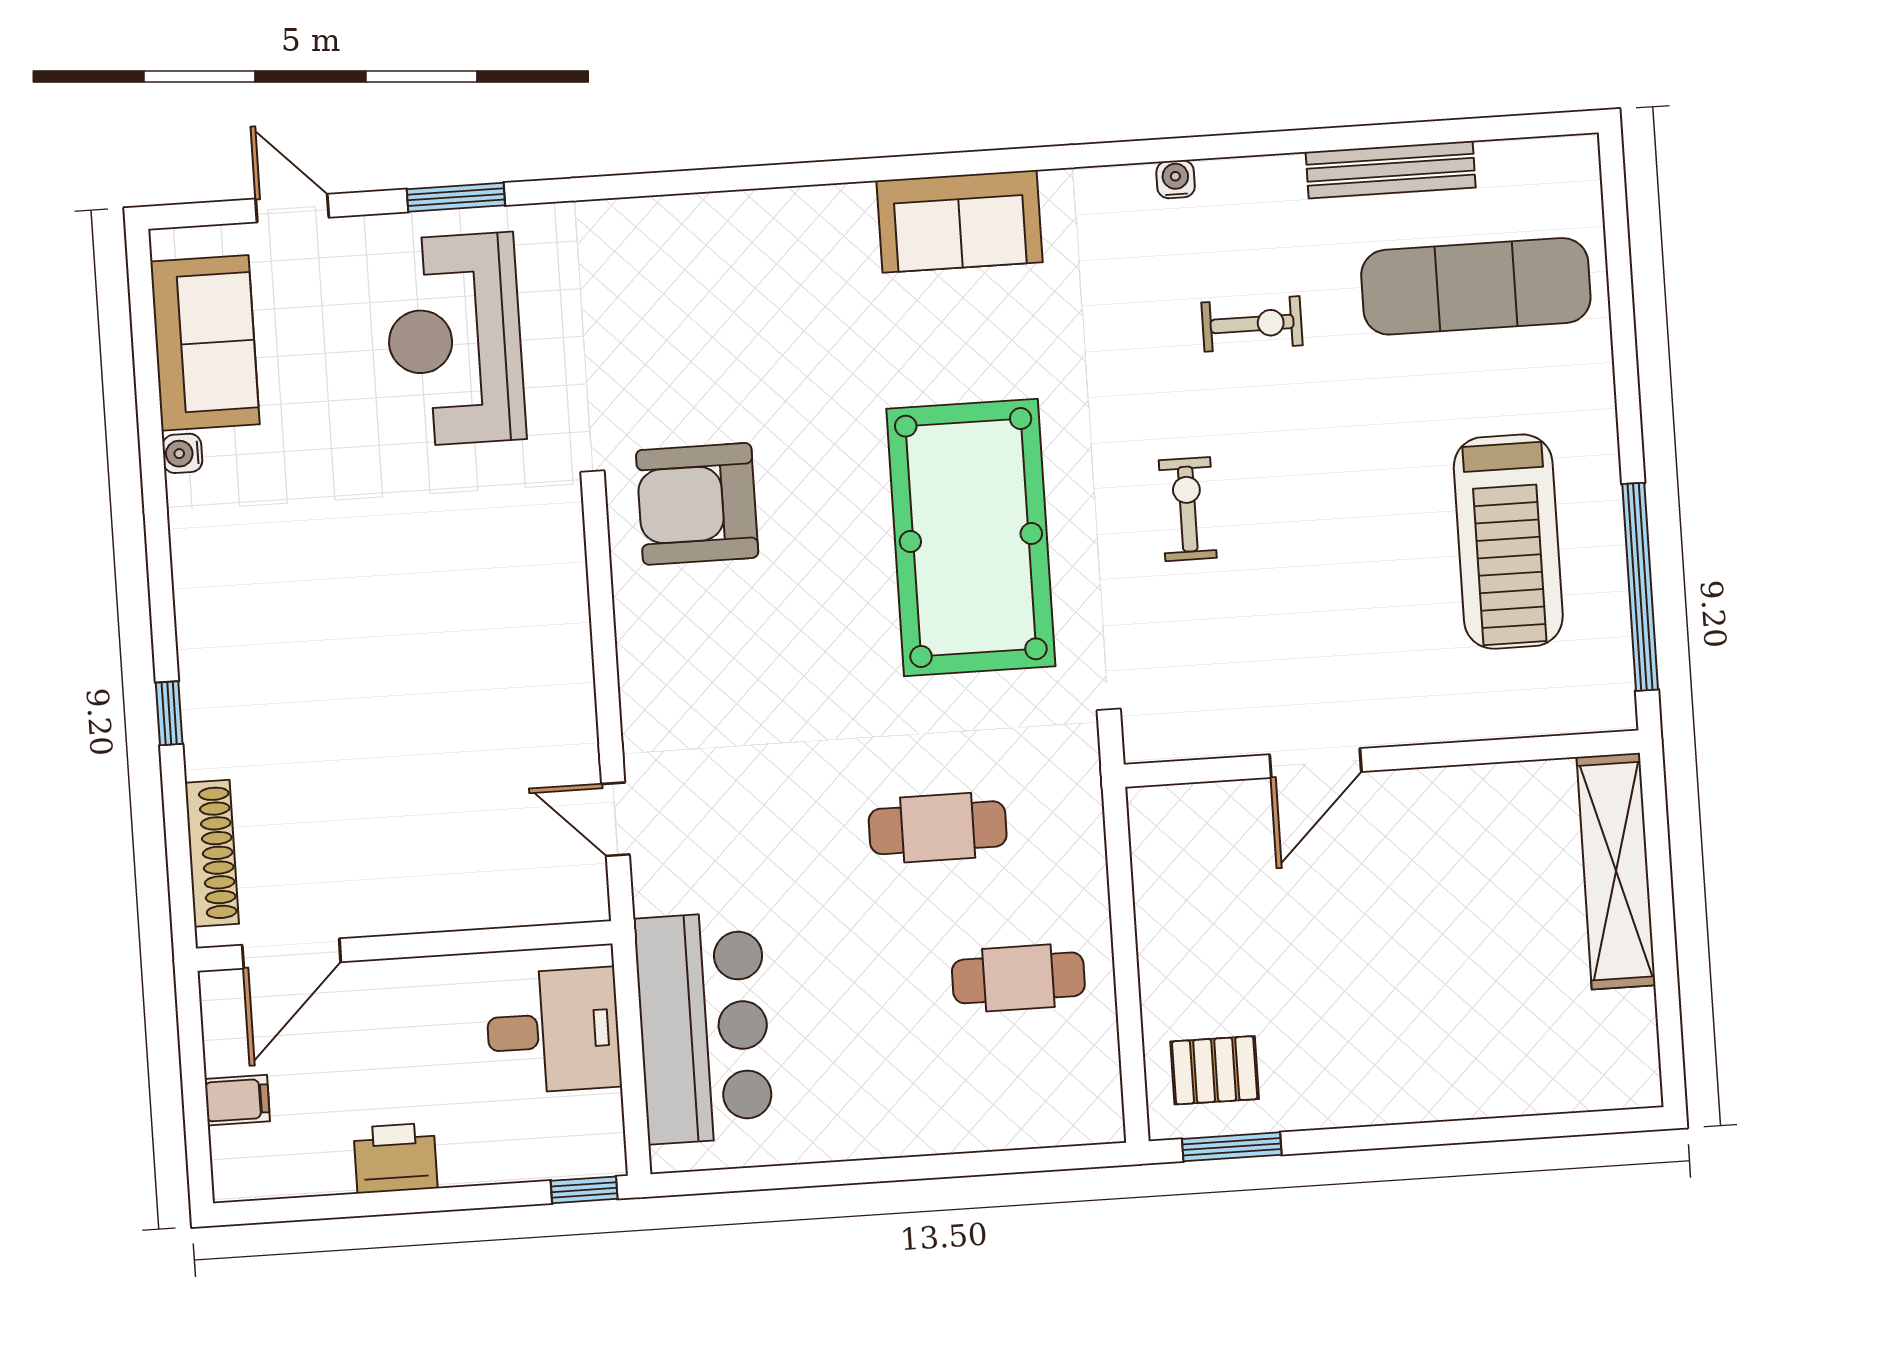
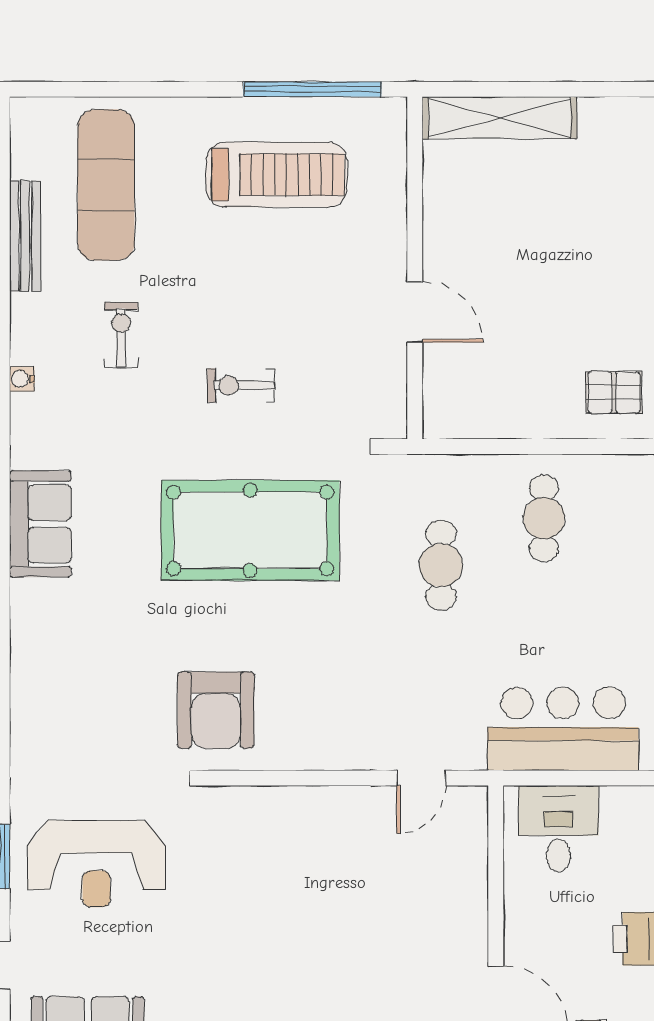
pallet: (1215, 1070) -> (614, 392), turned 90

